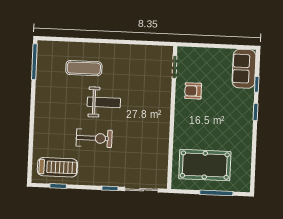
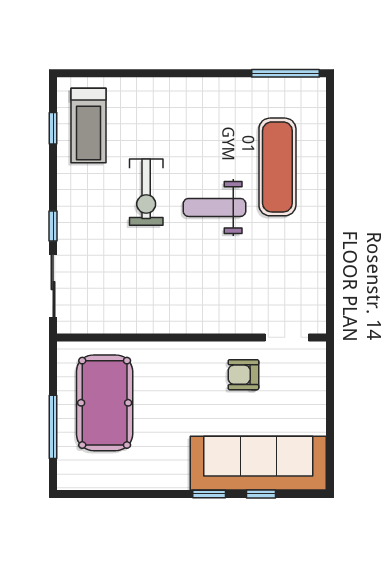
exercise mat: (84, 68) -> (277, 167), width x1.36, depth x1.45
sofa: (244, 69) -> (258, 463), width x1.85, depth x1.27
armchair: (193, 91) -> (243, 375), turned -90
weight bench: (104, 102) -> (214, 207), turned 90

